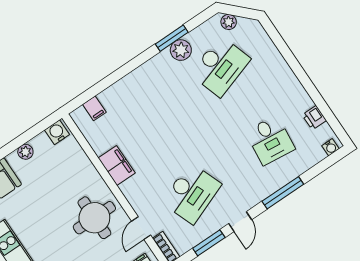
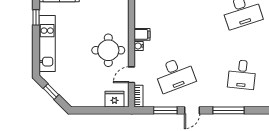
filing cabinet: (117, 165) -> (142, 34), width x0.50
water cooler: (127, 189) -> (139, 46), added

